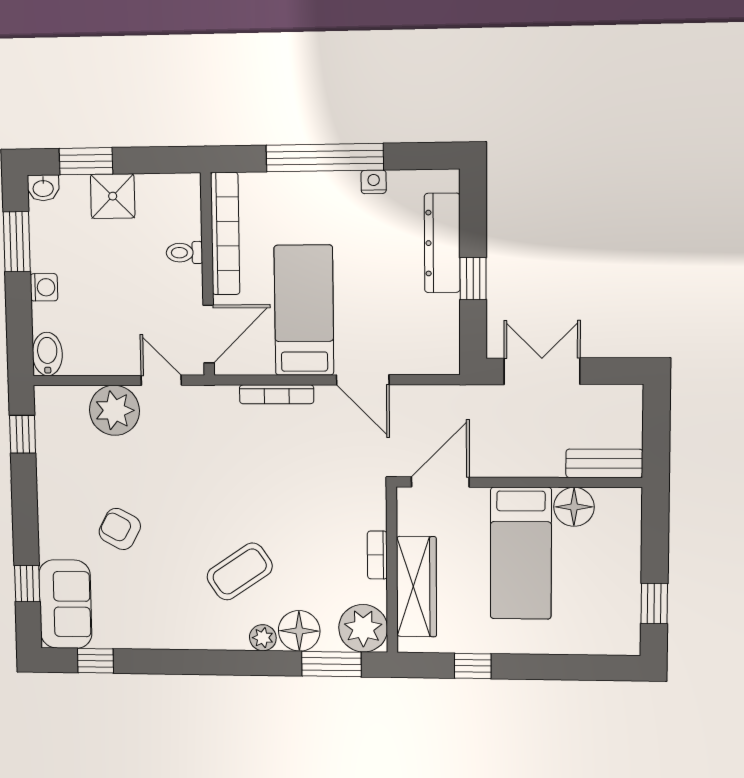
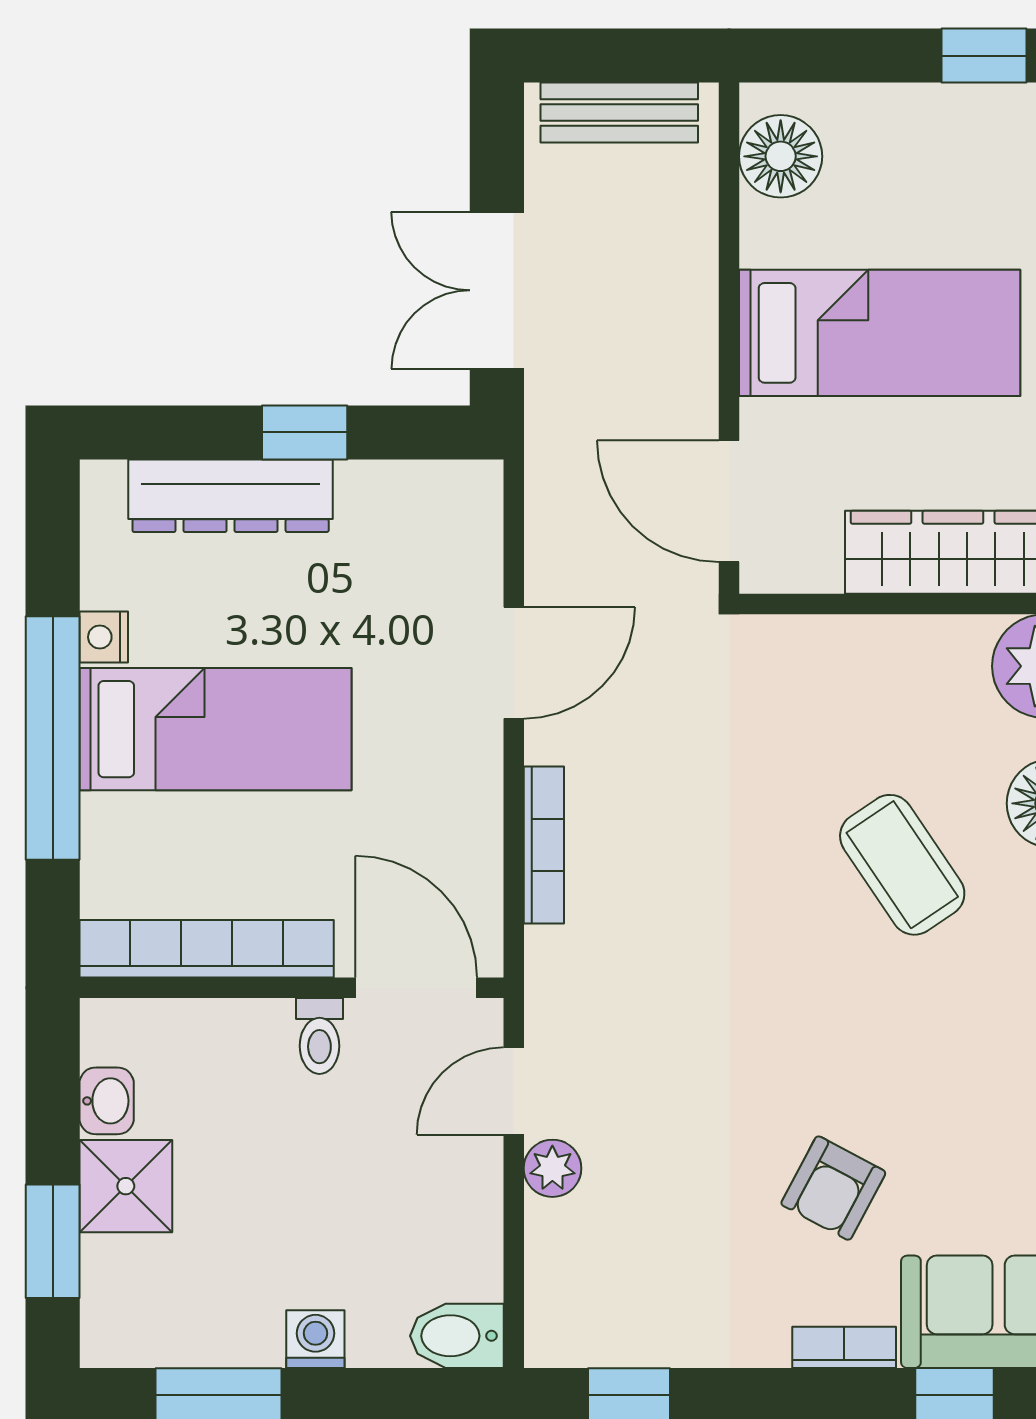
washbasin: (43, 188) -> (107, 1101), moved
toilet: (184, 253) -> (319, 1036), moved
bed: (304, 310) -> (215, 729), moved, turned 180
plant: (114, 410) -> (552, 1168), width x0.53, depth x0.53
bench: (604, 463) -> (619, 112), moved, turned 90
floor lamp: (574, 507) -> (781, 156), moved
bookcase: (377, 555) -> (844, 1347), moved, turned 180
coffee table: (240, 571) -> (902, 865), moved

